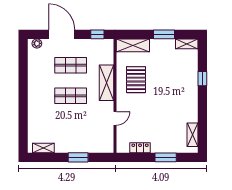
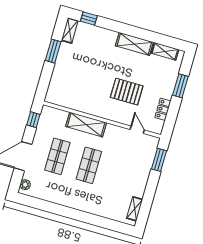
shelving: (133, 45) -> (134, 44), moved, turned 90
window: (202, 79) -> (89, 19), moved
pallet: (136, 80) -> (127, 92), moved
door: (115, 118) -> (137, 130), moved
window: (78, 157) -> (159, 160), moved

